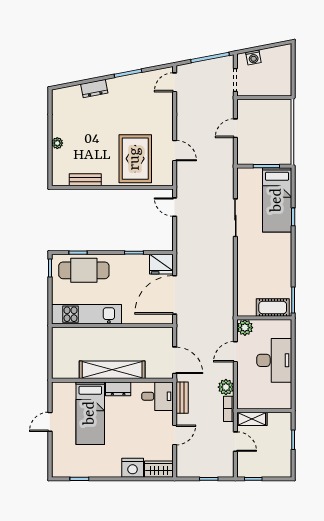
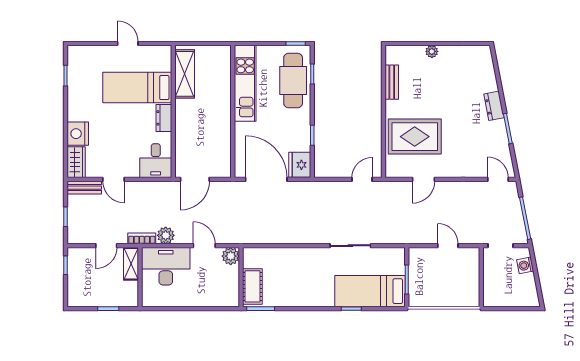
dresser: (94, 89) -> (494, 106), moved
desk: (274, 360) -> (166, 266), moved, turned 180
shelving: (112, 370) -> (185, 74), moved, width x0.68
bench: (182, 398) -> (84, 188), moved

